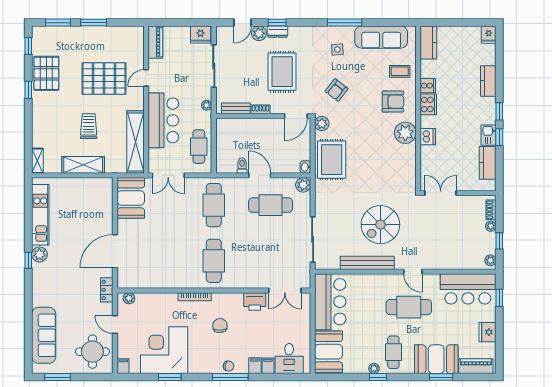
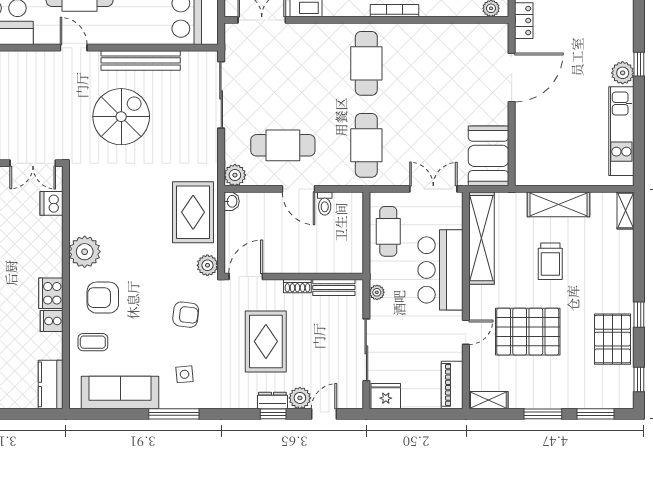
shelving: (131, 32) -> (488, 400), added
armchair: (337, 90) -> (186, 315), turned 59
dishwasher: (428, 137) -> (52, 203), moved

